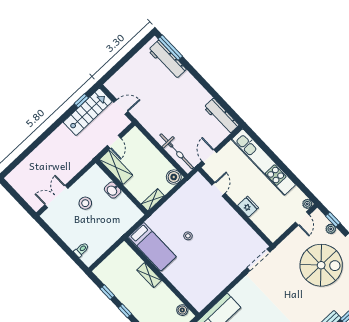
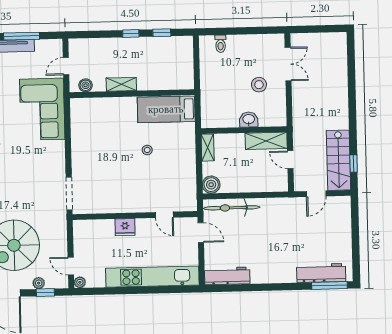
shelving: (149, 275) -> (121, 84), moved

